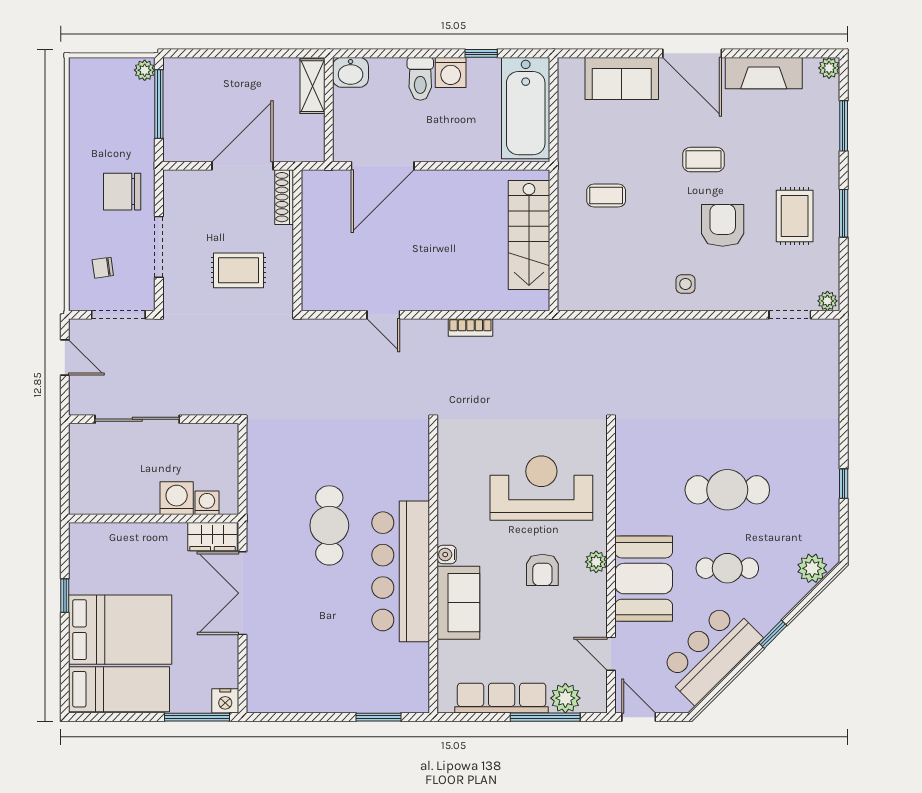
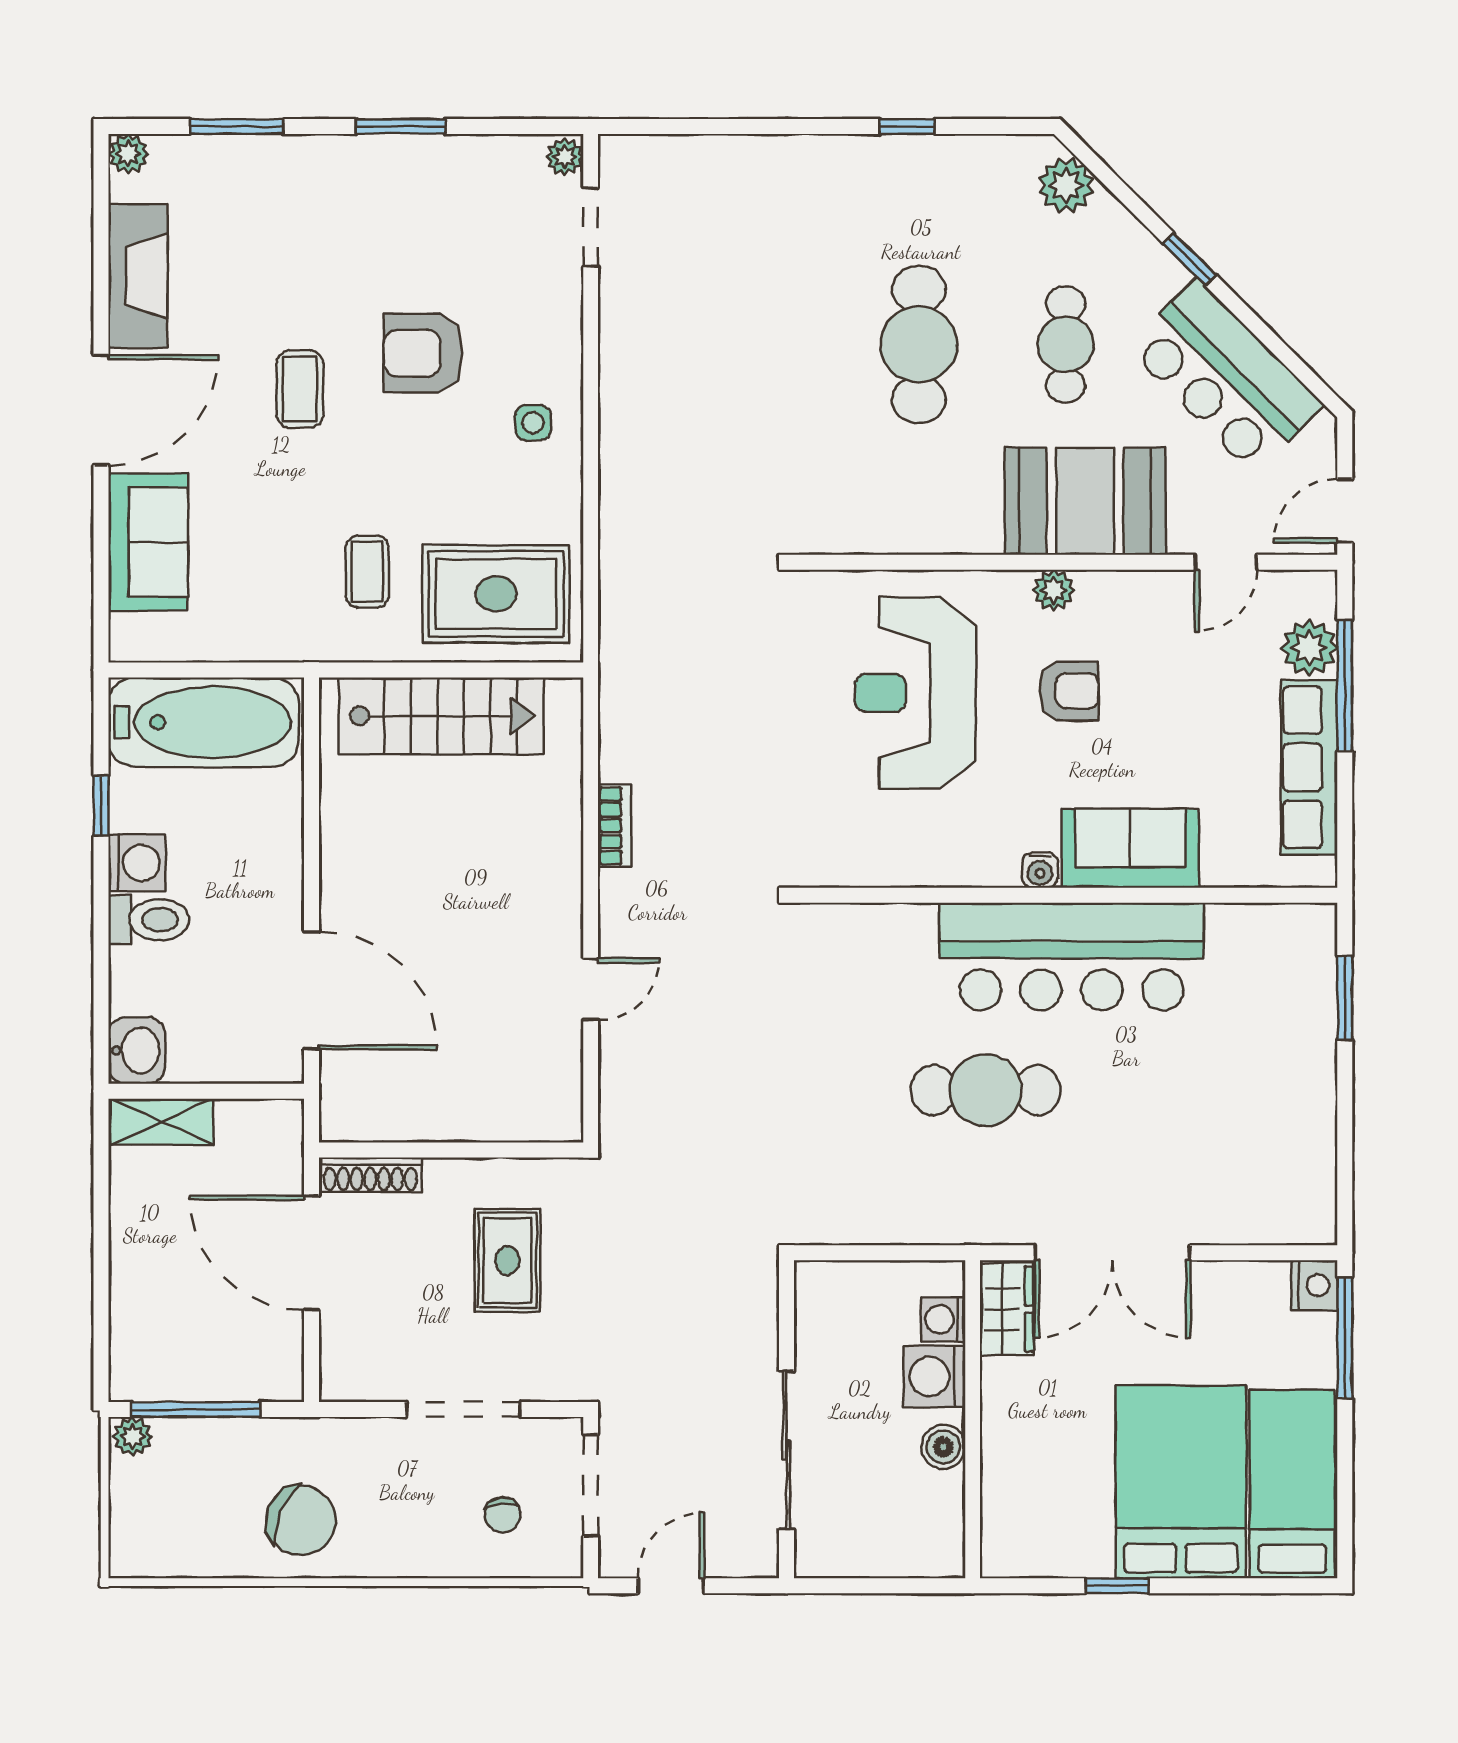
chair: (122, 192) -> (301, 1520), moved, turned -67
rug: (795, 216) -> (496, 594), moved, width x1.36, depth x1.43
boiler: (139, 503) -> (943, 1447), added

